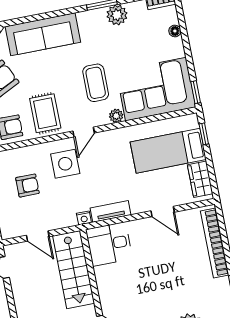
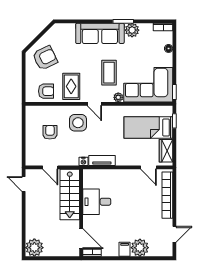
sofa: (43, 34) -> (100, 33), moved
door: (84, 132) -> (94, 104), hinge flipped
armchair: (27, 186) -> (50, 132), turned -90
door: (163, 211) -> (148, 167), moved
desk: (109, 244) -> (97, 202), moved

